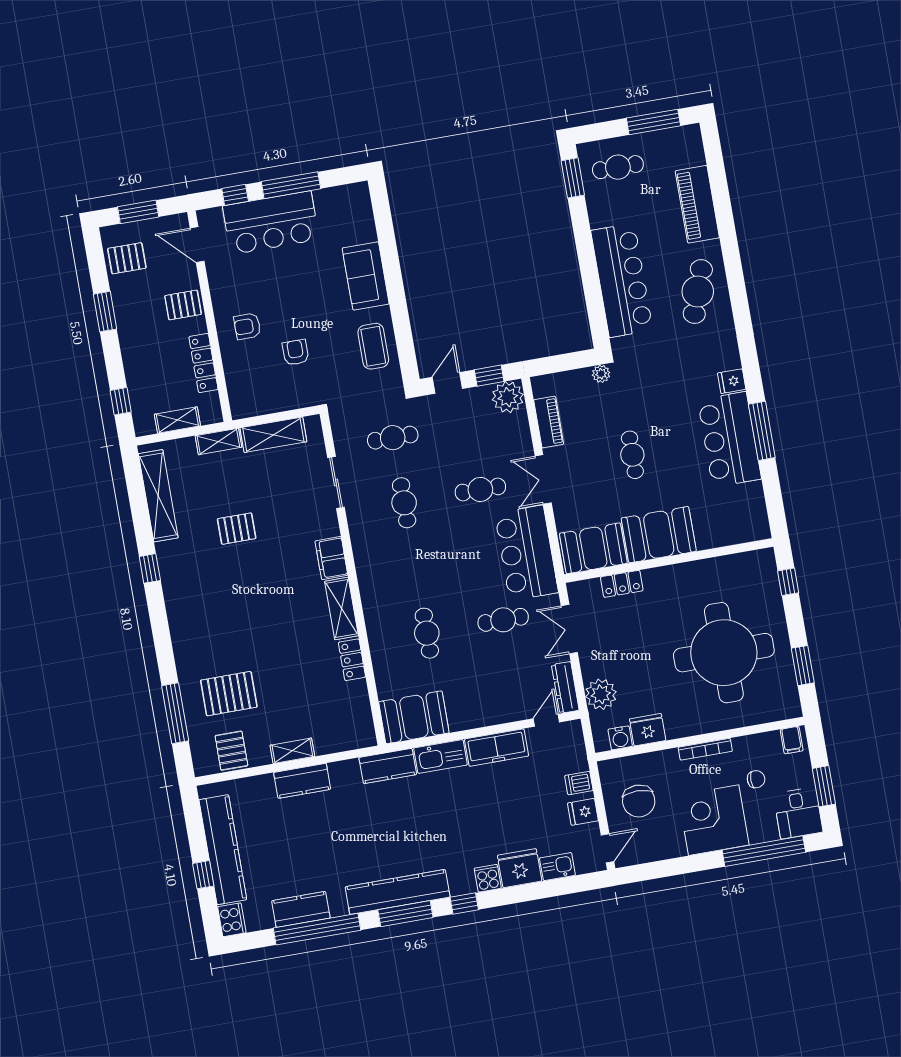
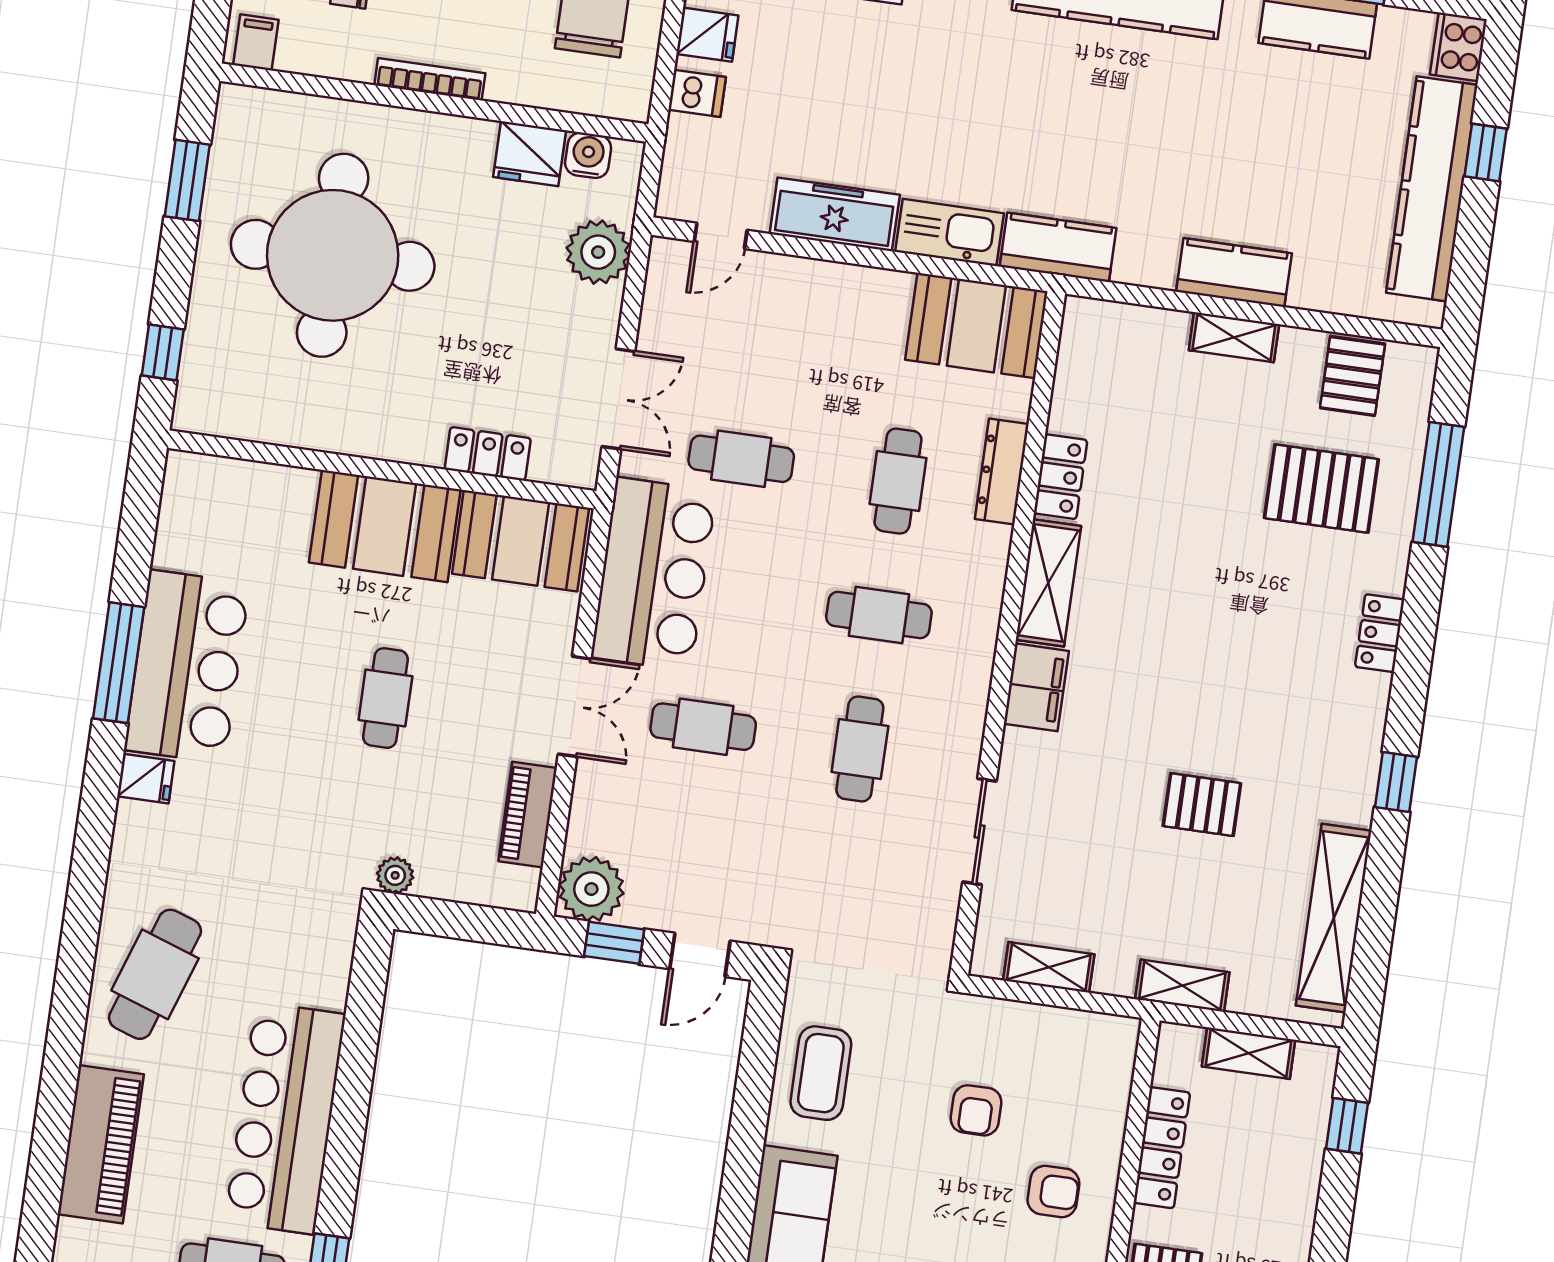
bar counter: (622, 280) -> (285, 1118), moved
shelving: (273, 435) -> (1049, 967), width x0.67, depth x0.75
cafe table: (393, 438) -> (879, 615), moved
locker: (180, 635) -> (1380, 633), added
dresser: (565, 687) -> (1002, 472), moved, turned 180

